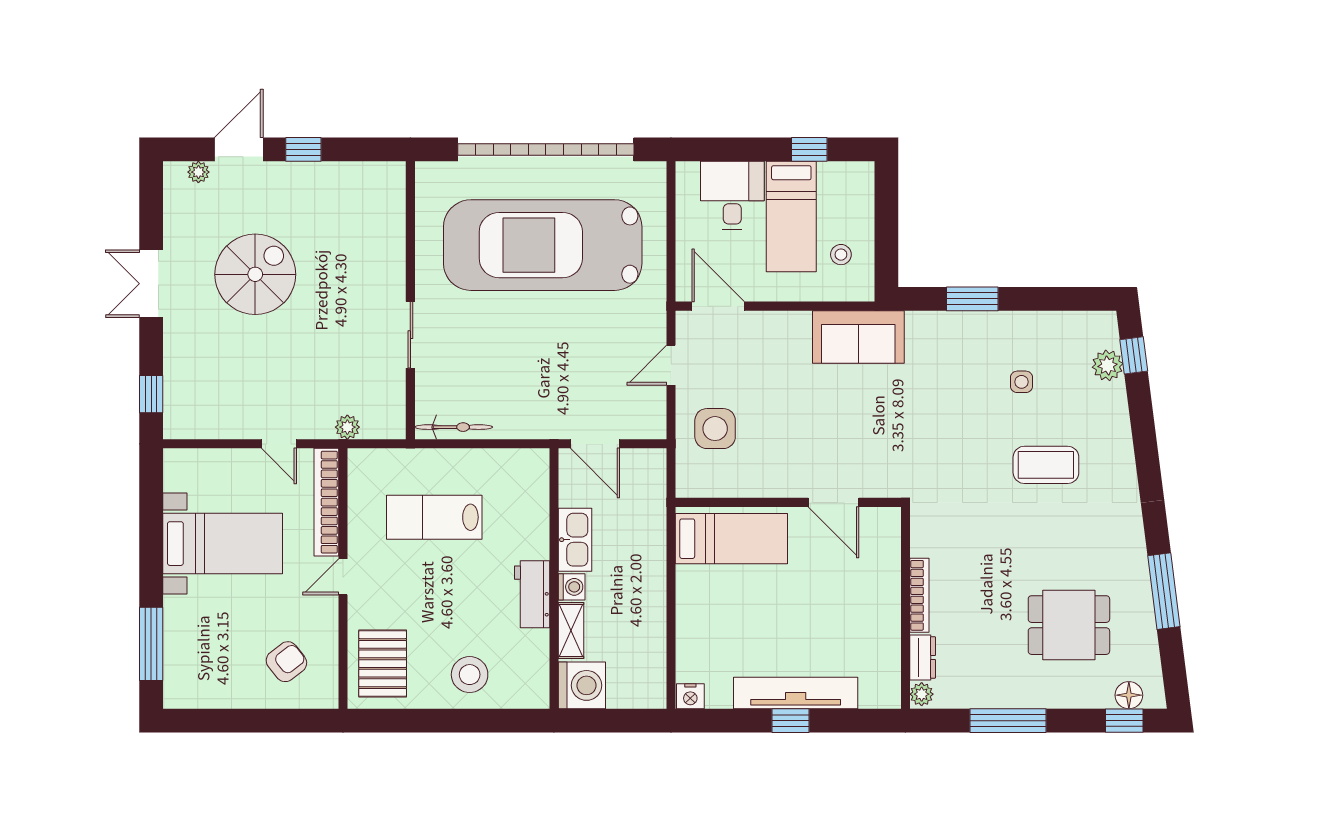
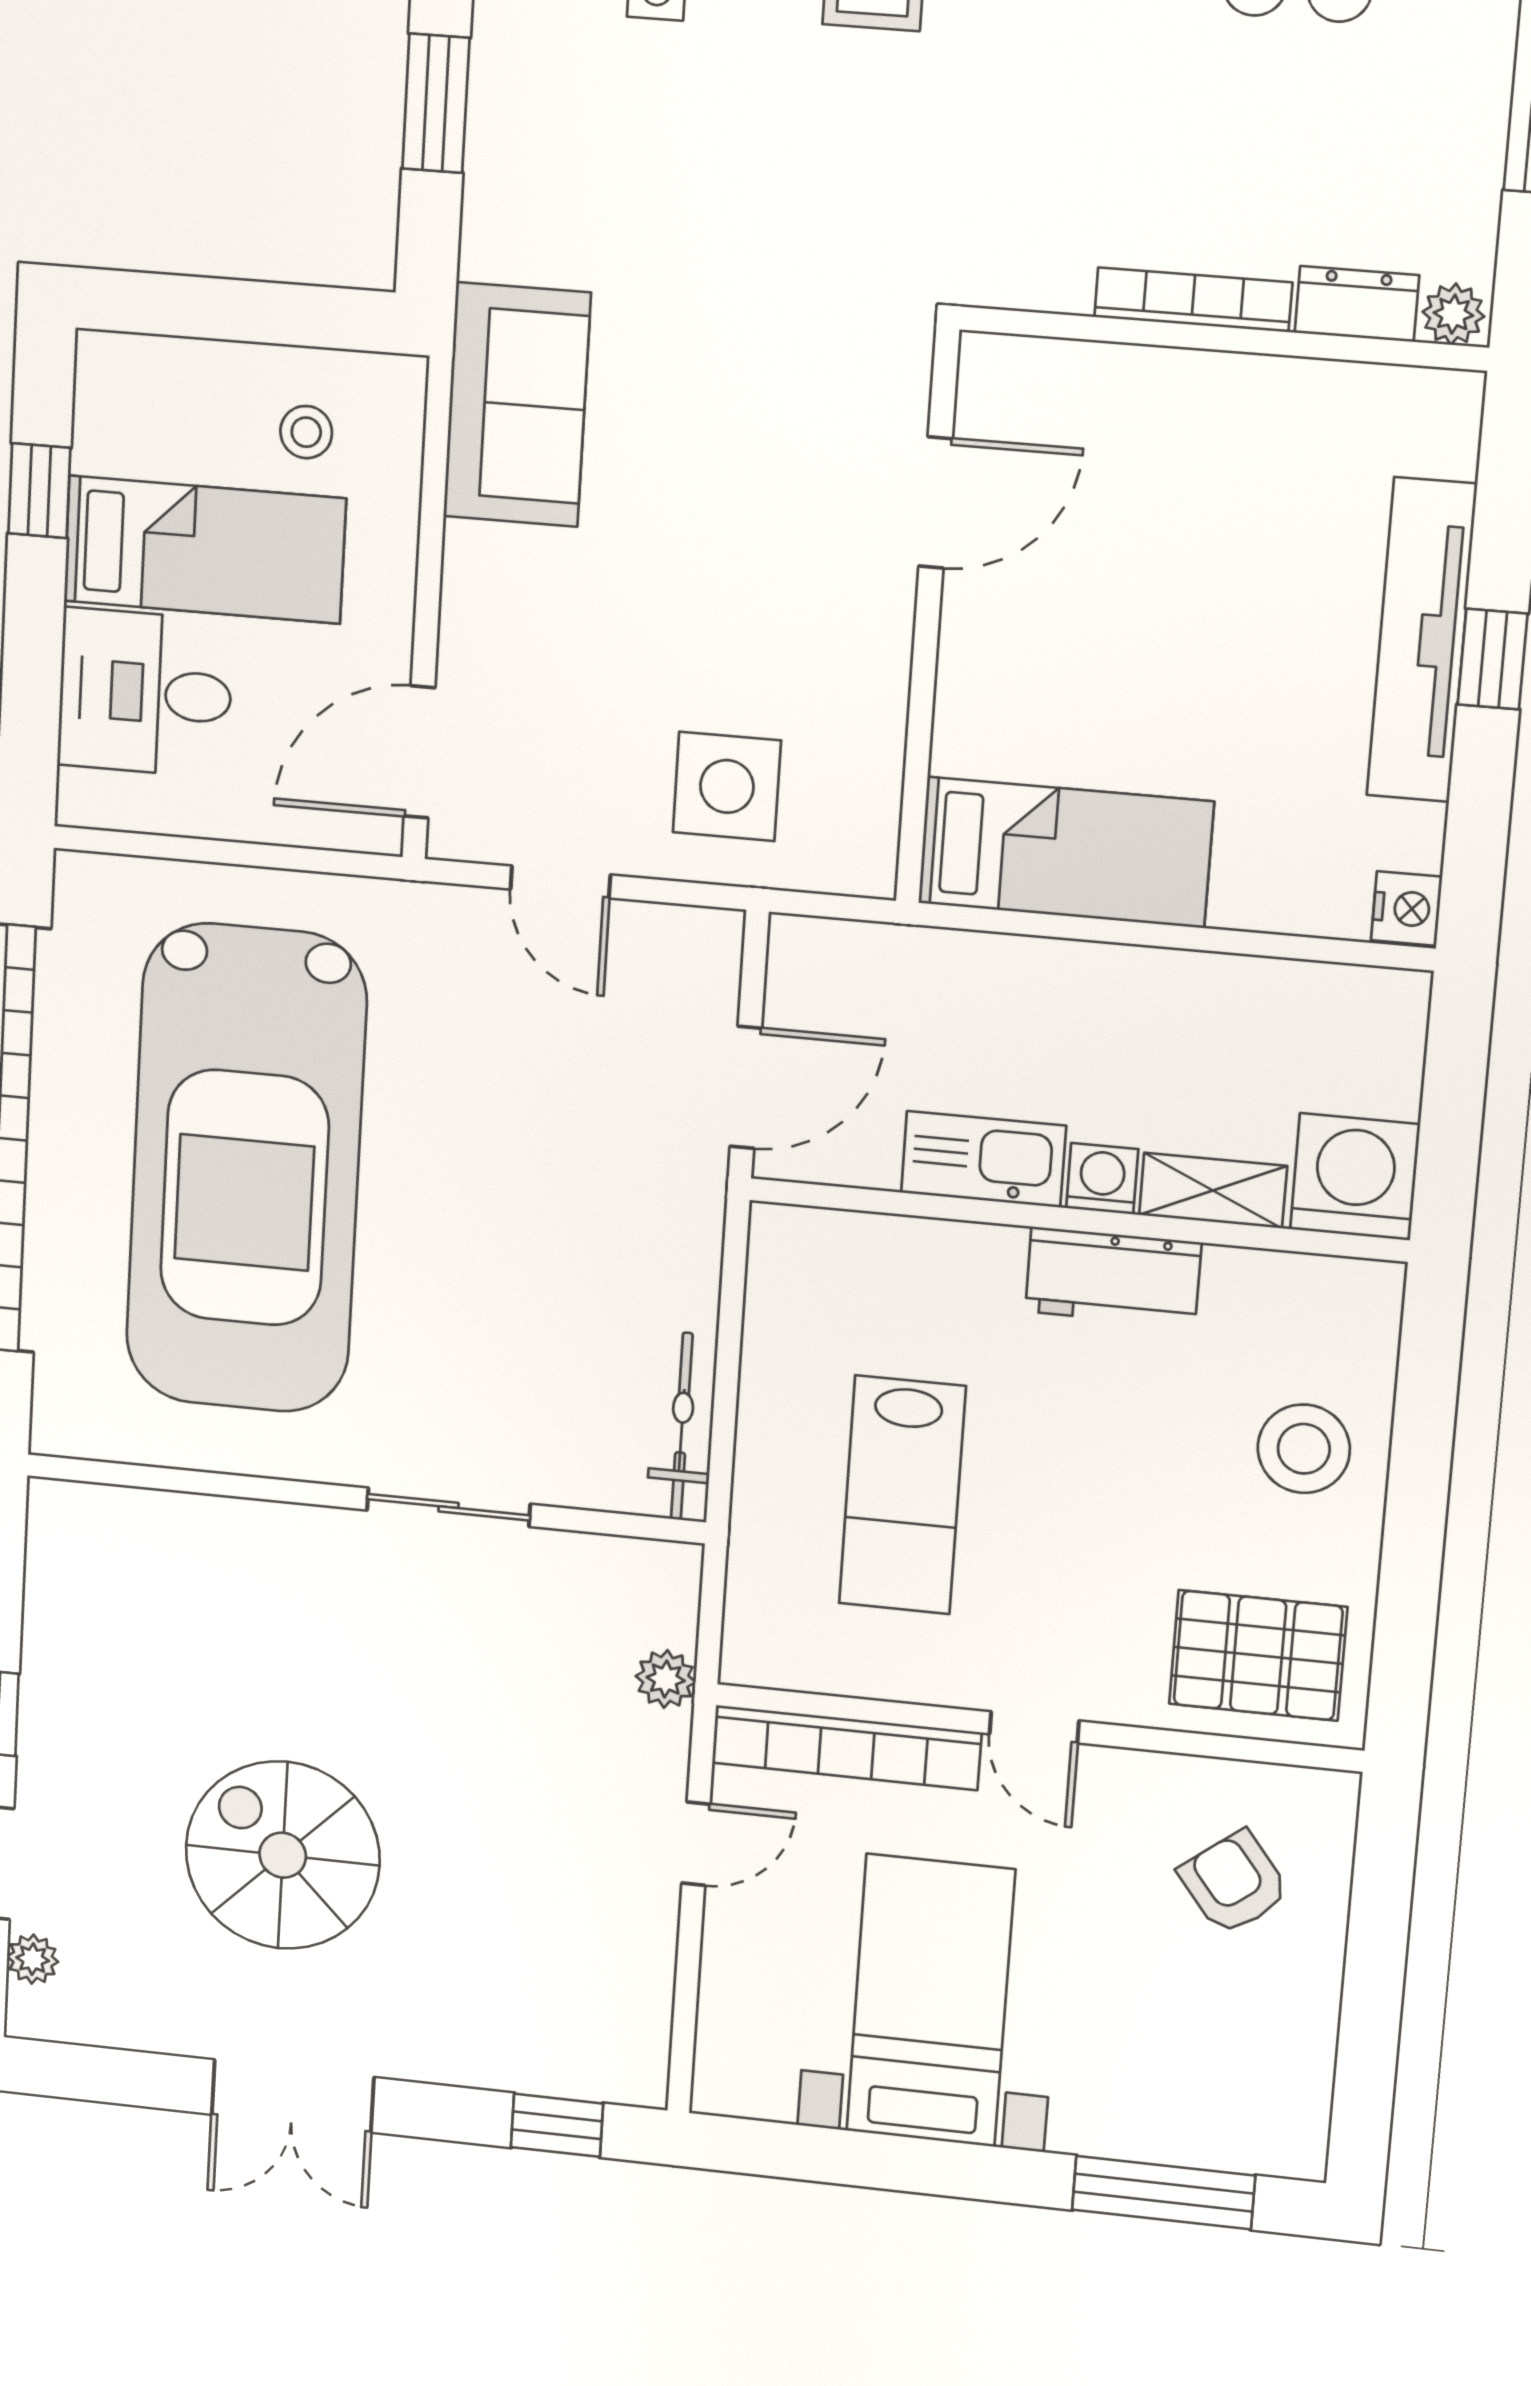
bed: (731, 539) -> (1066, 852), moved, turned 90

